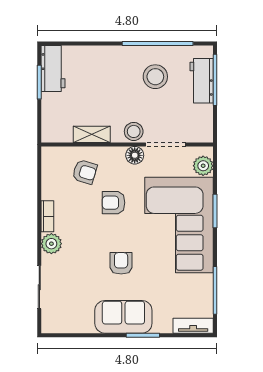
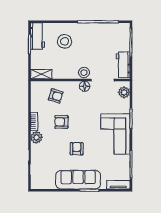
stool: (155, 77) -> (65, 41), moved
workbench: (202, 81) -> (123, 65), moved
shelving: (92, 134) -> (41, 74), moved
armchair: (114, 203) -> (61, 122), moved
corner sofa: (179, 225) -> (115, 134), width x0.73, depth x0.74
sofa: (123, 317) -> (78, 180), width x1.36

